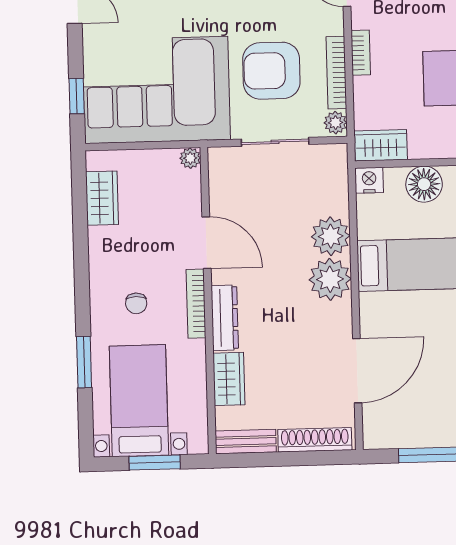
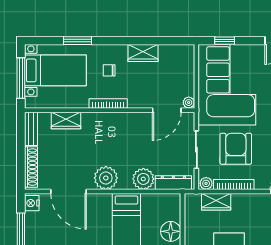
bookcase: (361, 53) -> (244, 198), removed
wardrobe: (381, 145) -> (216, 202), moved, turned 90
nightstand: (369, 180) -> (32, 203), moved, turned 180
wardrobe: (102, 198) -> (143, 53), moved
door: (206, 243) -> (167, 110), moved
plant: (330, 279) -> (106, 178), moved
dresser: (225, 318) -> (173, 183), moved, turned 180
window: (155, 463) -> (21, 78), width x1.44

